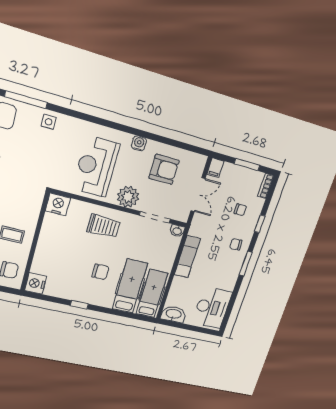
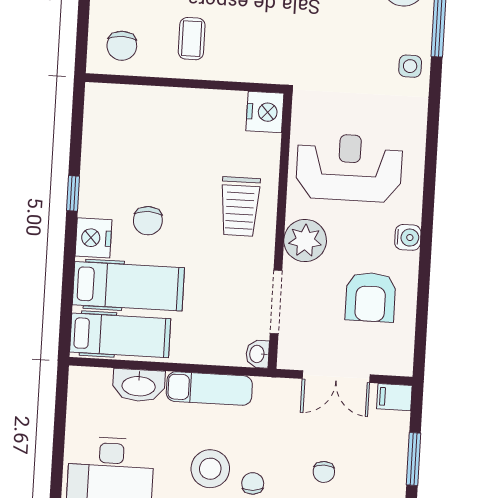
stool: (224, 263) -> (210, 469), added
nightstand: (36, 283) -> (93, 238), moved, turned -90
washbasin: (174, 314) -> (139, 385), moved, turned 90

